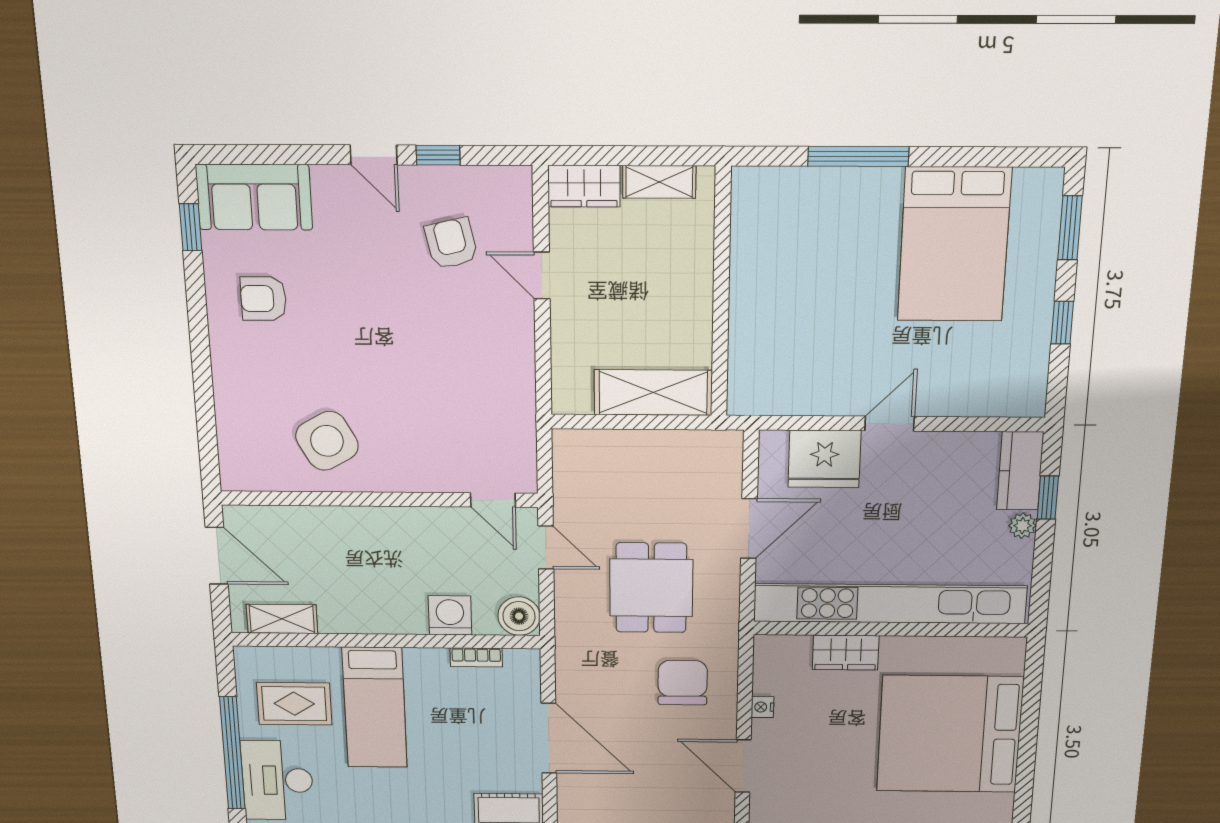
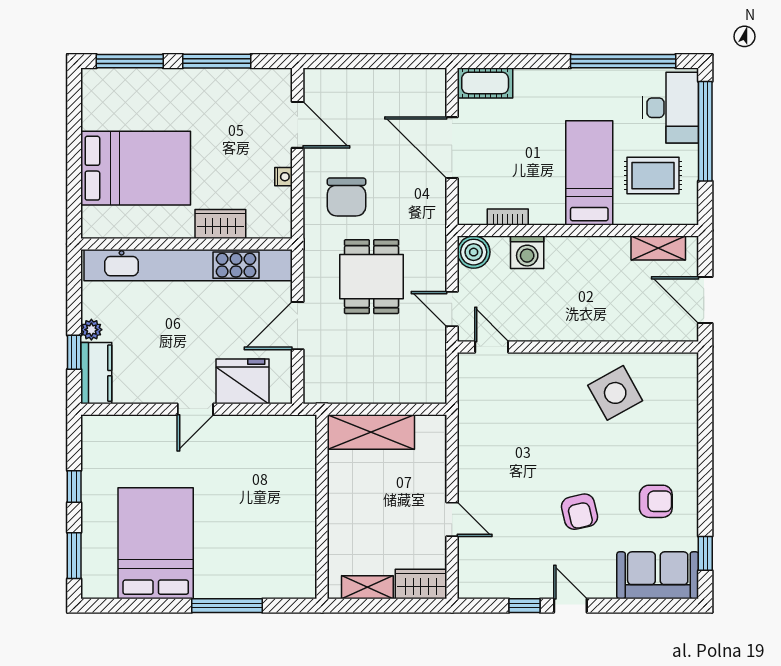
armchair: (451, 243) -> (580, 512), moved
bed: (950, 734) -> (136, 168), width x0.73

